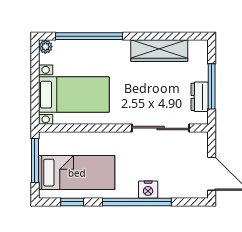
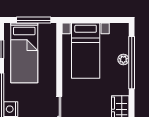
plant: (45, 47) -> (123, 59), moved

